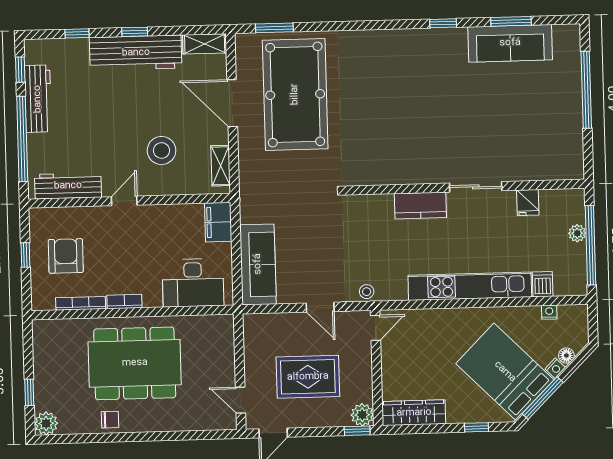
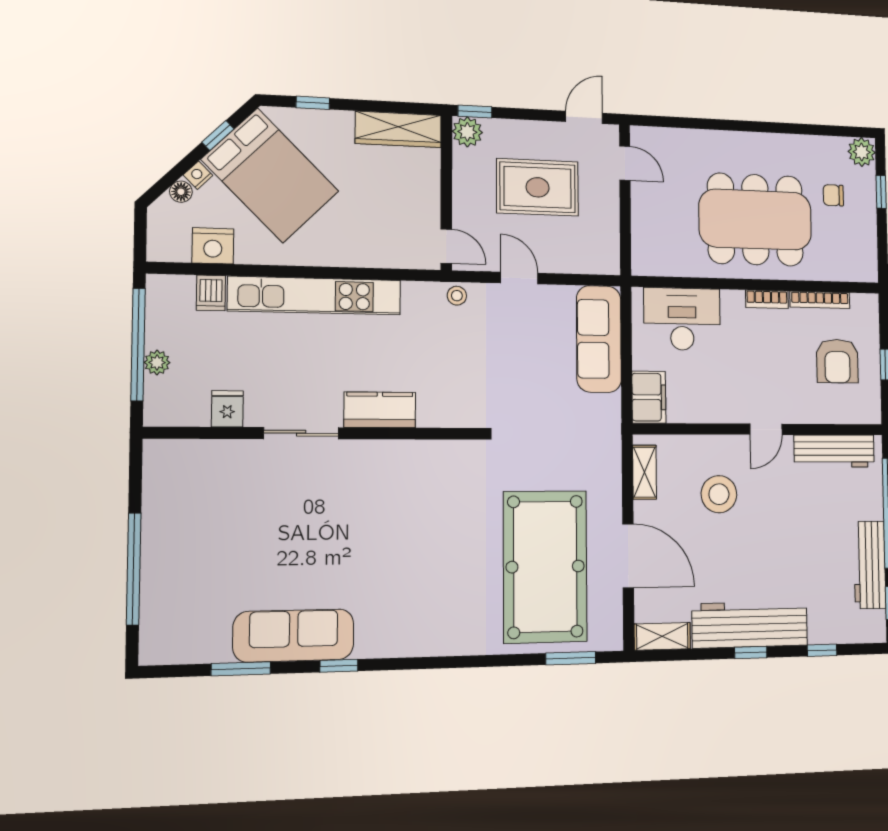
sofa: (510, 43) -> (294, 636), moved
nightstand: (549, 312) -> (213, 246), width x1.89, depth x1.79
door: (376, 328) -> (446, 246), swing flipped
window: (543, 398) -> (218, 135), width x0.46
chair: (110, 420) -> (833, 195), moved

